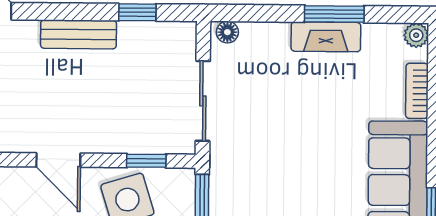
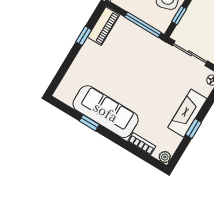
window: (334, 14) -> (194, 129), width x0.67
fireplace: (326, 37) -> (187, 113), width x1.37, depth x1.32

